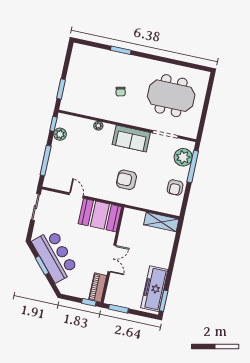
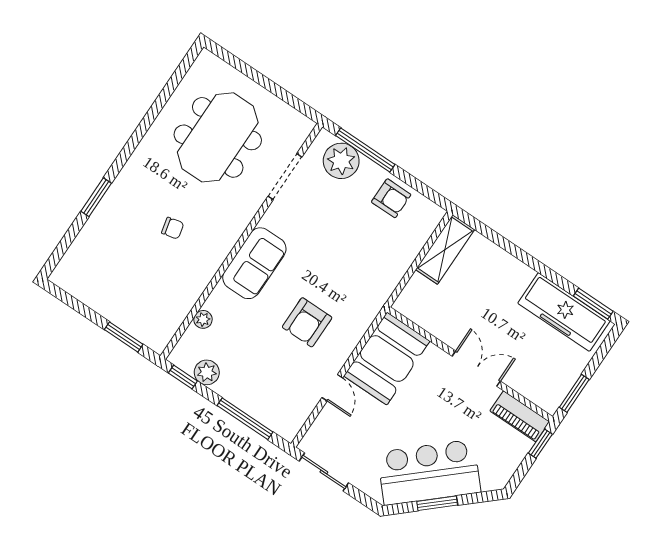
plant: (98, 126) -> (203, 319), moved
sofa: (131, 139) -> (254, 263), moved
armchair: (126, 180) -> (307, 322), moved
door: (76, 195) -> (332, 388), swing flipped

